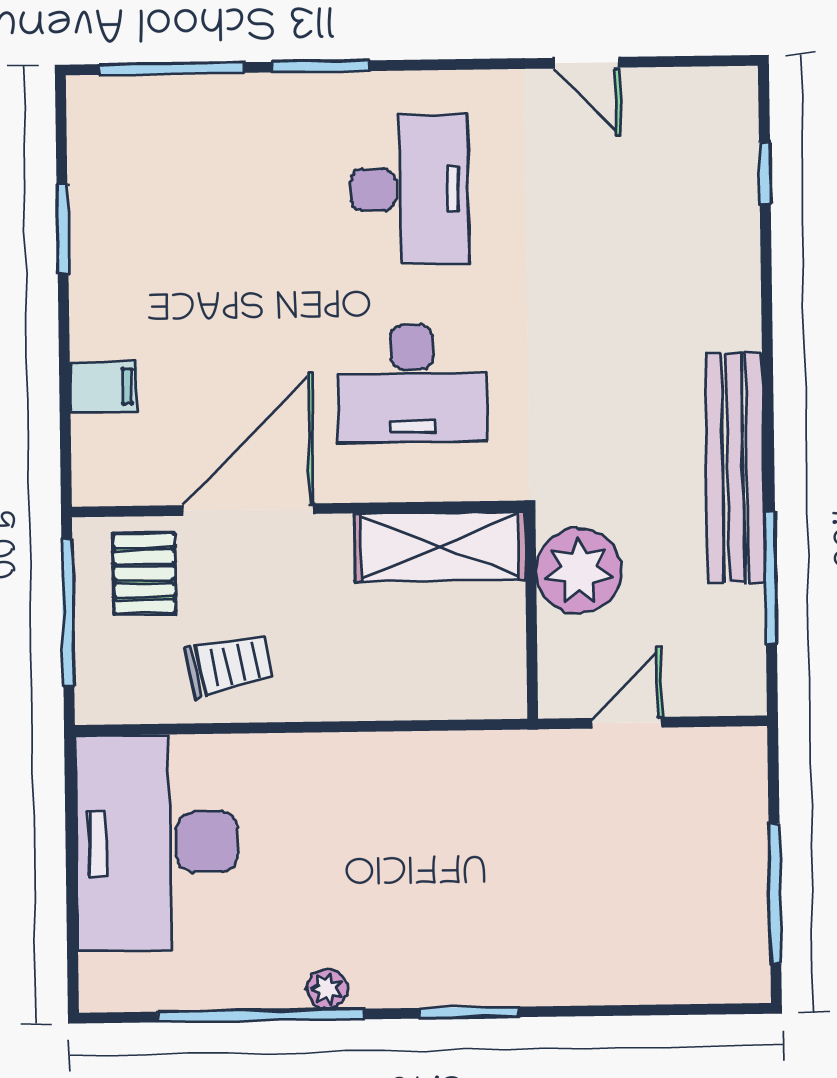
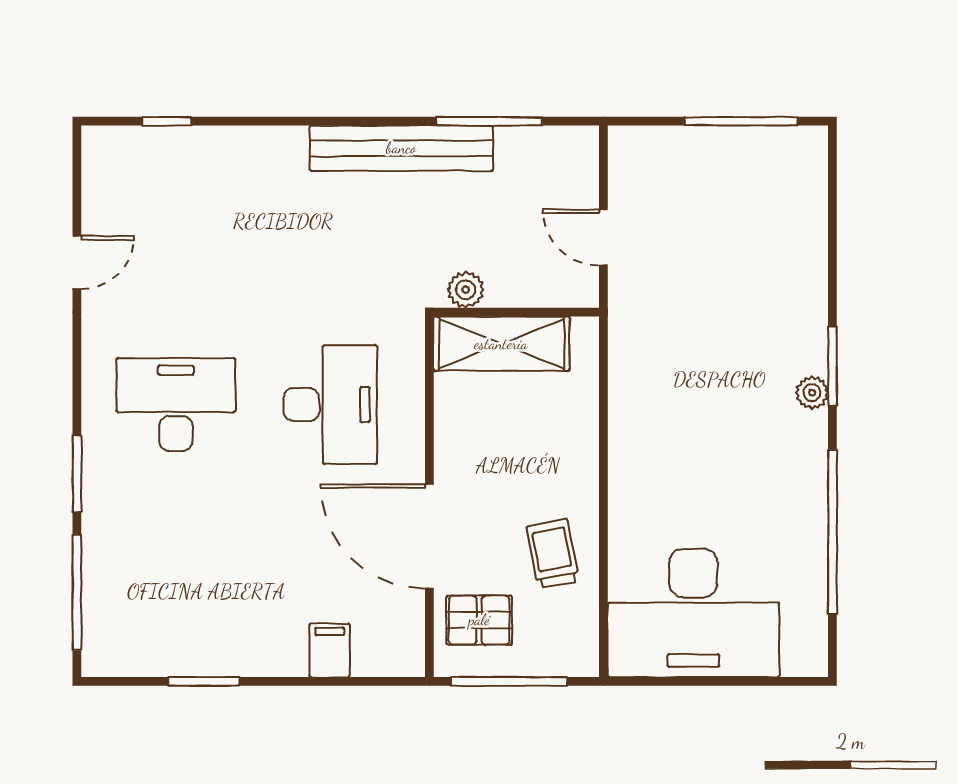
shelving: (440, 546) -> (501, 344), moved, turned 90
plant: (579, 571) -> (466, 290), width x0.53, depth x0.53
plant: (327, 989) -> (812, 393), moved

